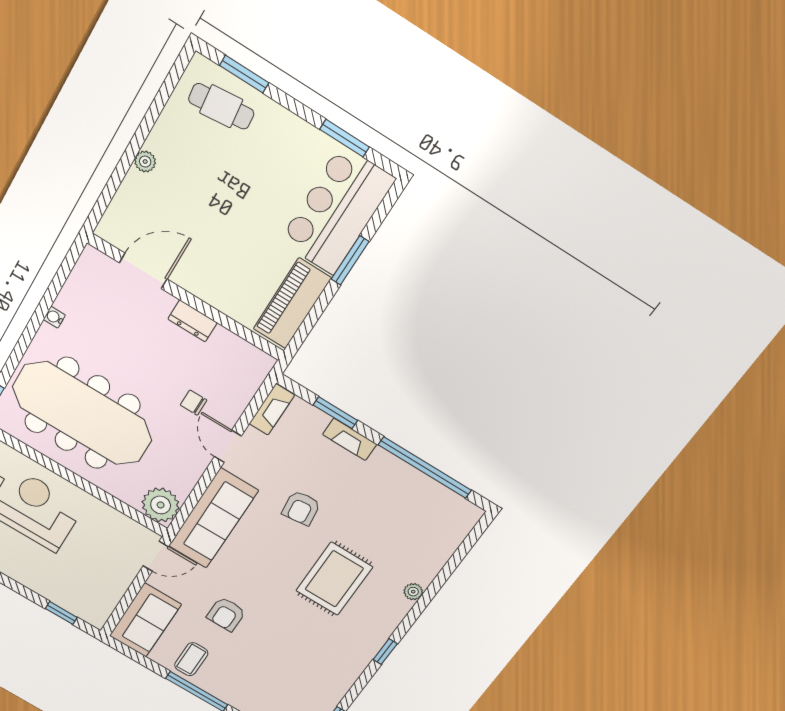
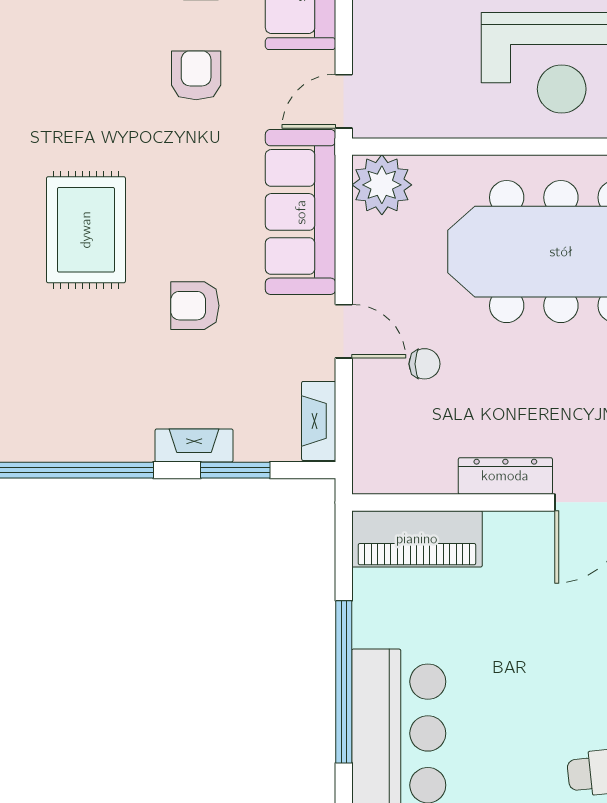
window: (350, 260) -> (344, 682), width x2.11
piano: (292, 303) -> (417, 539), moved, turned 90
dresser: (193, 321) -> (505, 476), width x1.44
armchair: (301, 508) -> (195, 306), turned -83

